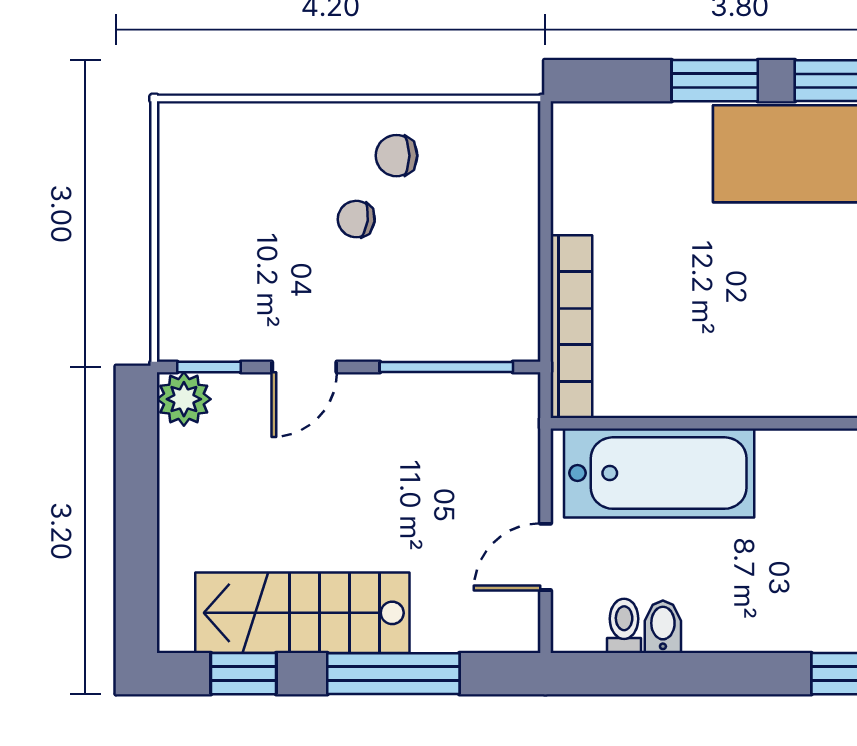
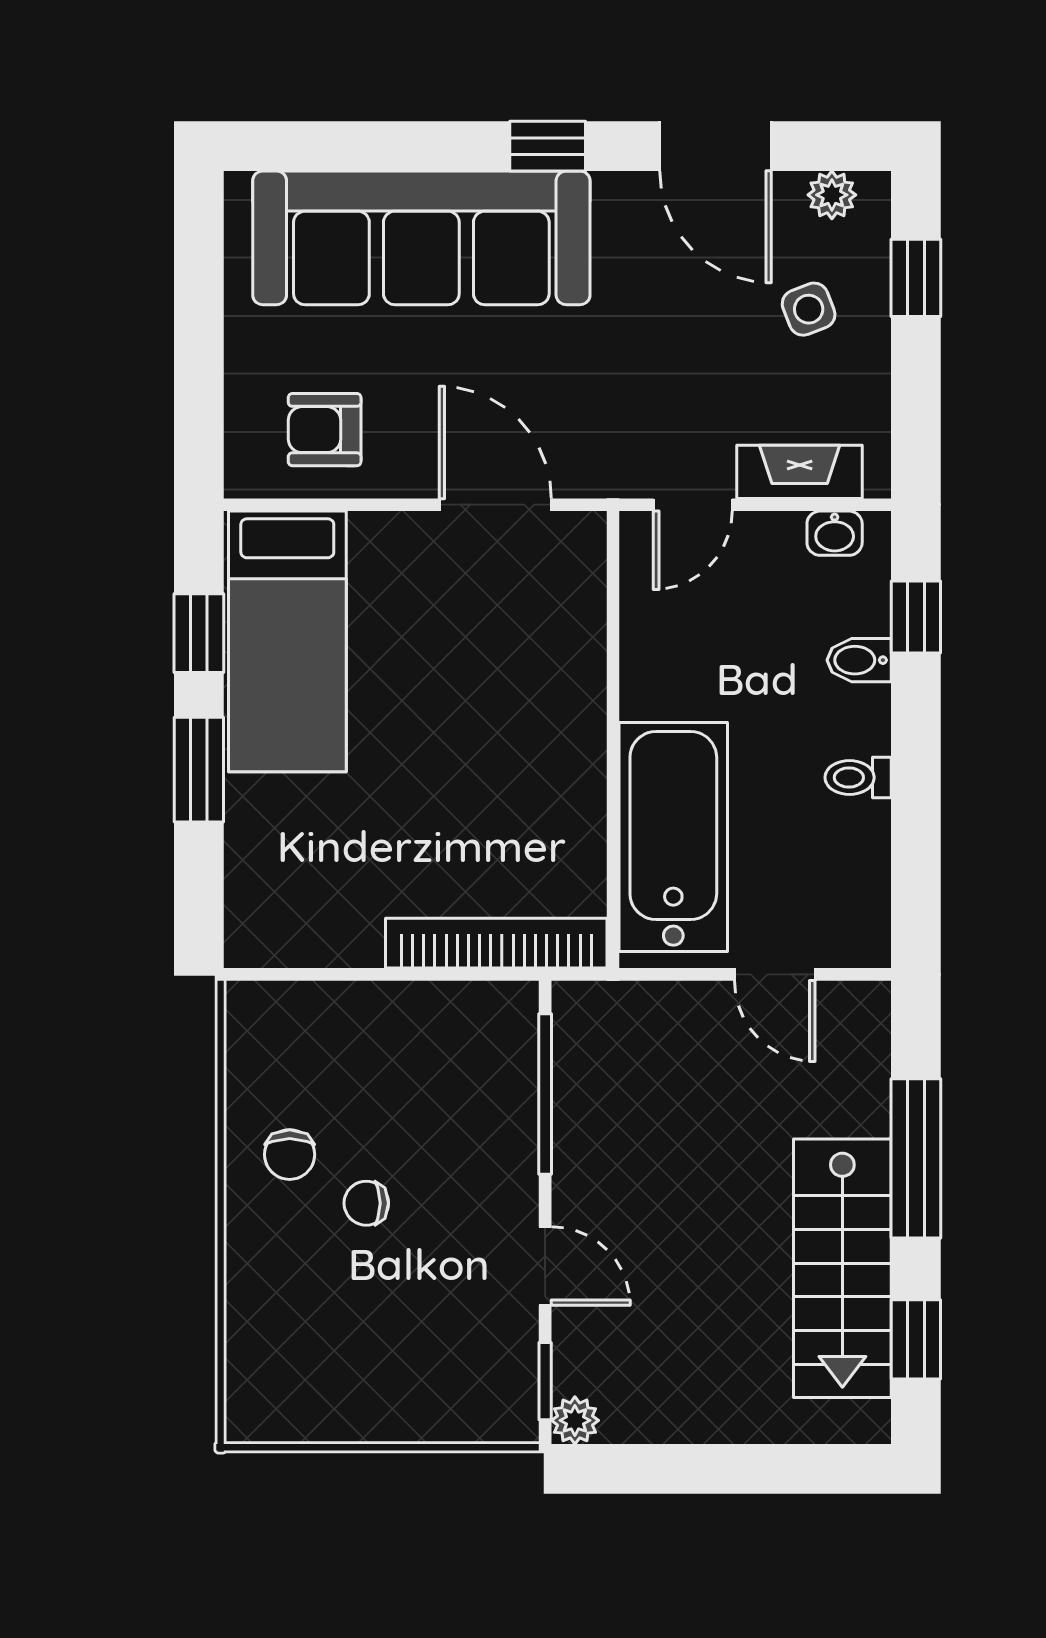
chair: (356, 219) -> (366, 1203), turned 82
plant: (184, 399) -> (575, 1420), width x0.73, depth x0.73
toilet: (624, 626) -> (858, 777), moved
bidet: (663, 627) -> (859, 660), moved

